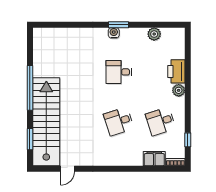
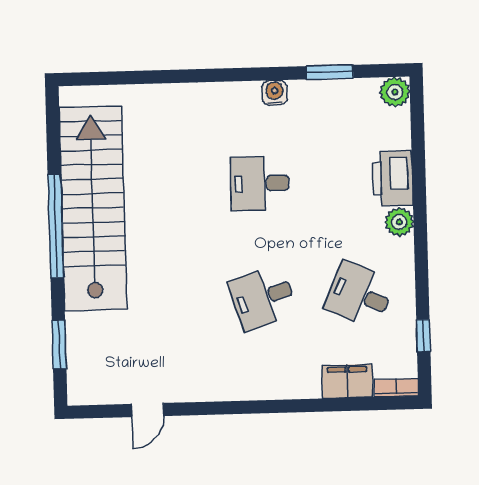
window: (119, 25) -> (330, 72), moved
water cooler: (114, 33) -> (275, 93), moved
plant: (154, 34) -> (395, 92), moved
desk: (161, 121) -> (360, 295), turned 42
stairs: (46, 122) -> (93, 209), moved

